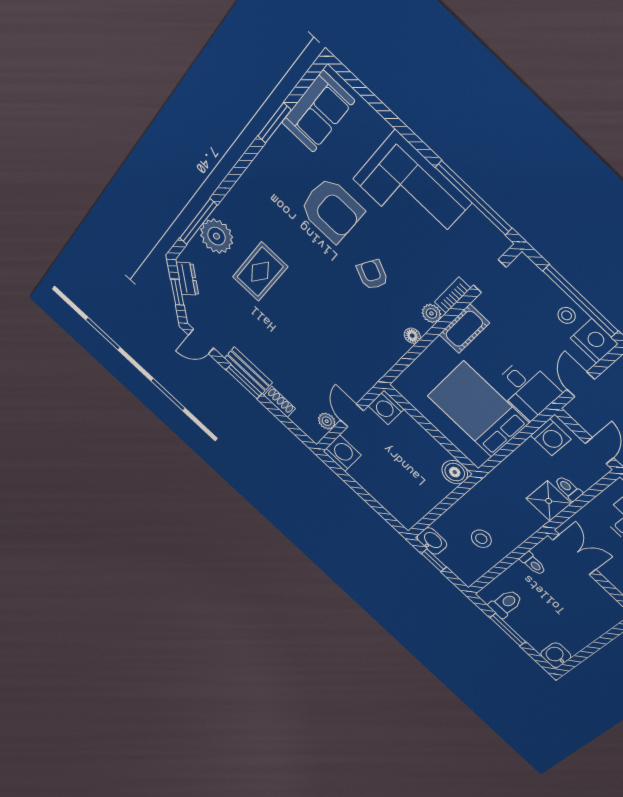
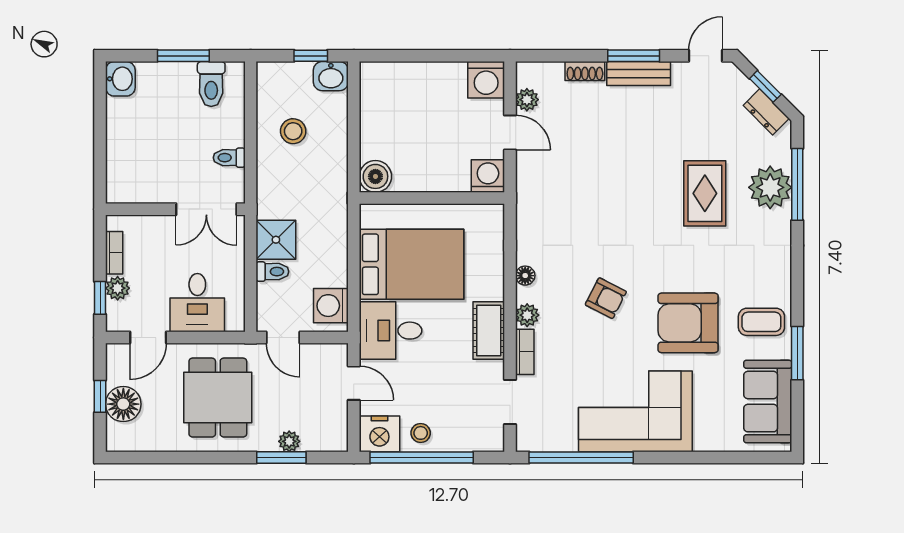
coffee table: (283, 165) -> (761, 322), added

